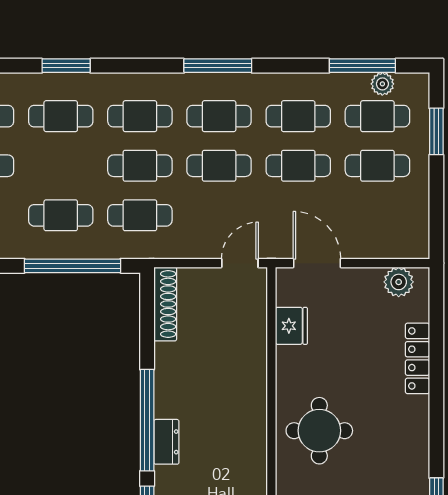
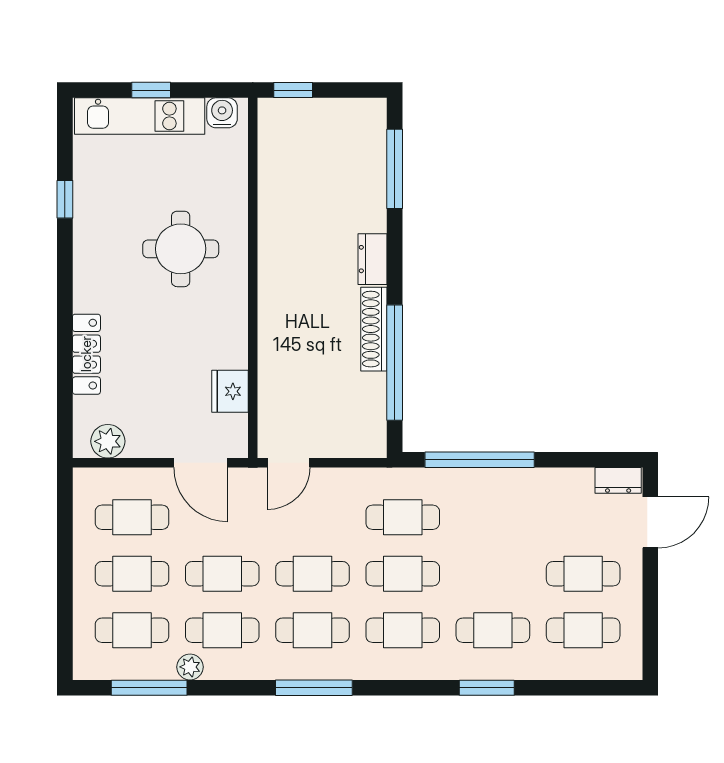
plant: (382, 84) -> (190, 667), moved
window: (436, 131) -> (65, 613), removed
cafe table: (61, 215) -> (132, 517), moved
shoe rack: (165, 304) -> (374, 329), moved
window: (147, 420) -> (395, 363), moved
round table: (319, 431) -> (181, 249), moved

